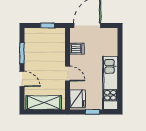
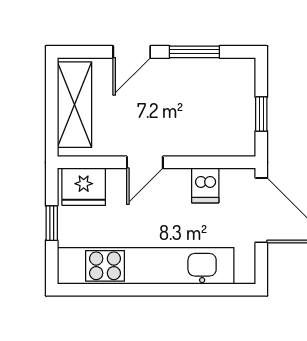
kitchen unit: (110, 83) -> (146, 266), width x1.36

